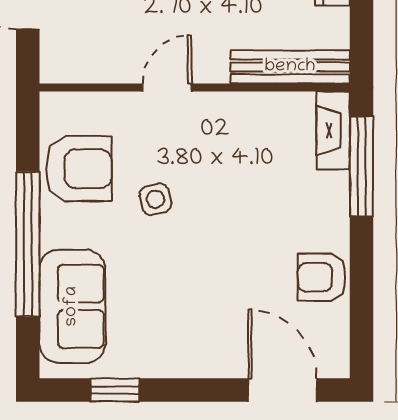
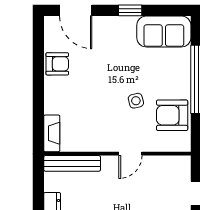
window: (361, 166) -> (38, 116), removed
sofa: (72, 306) -> (164, 31), moved, turned -90
window: (115, 390) -> (130, 10), moved

